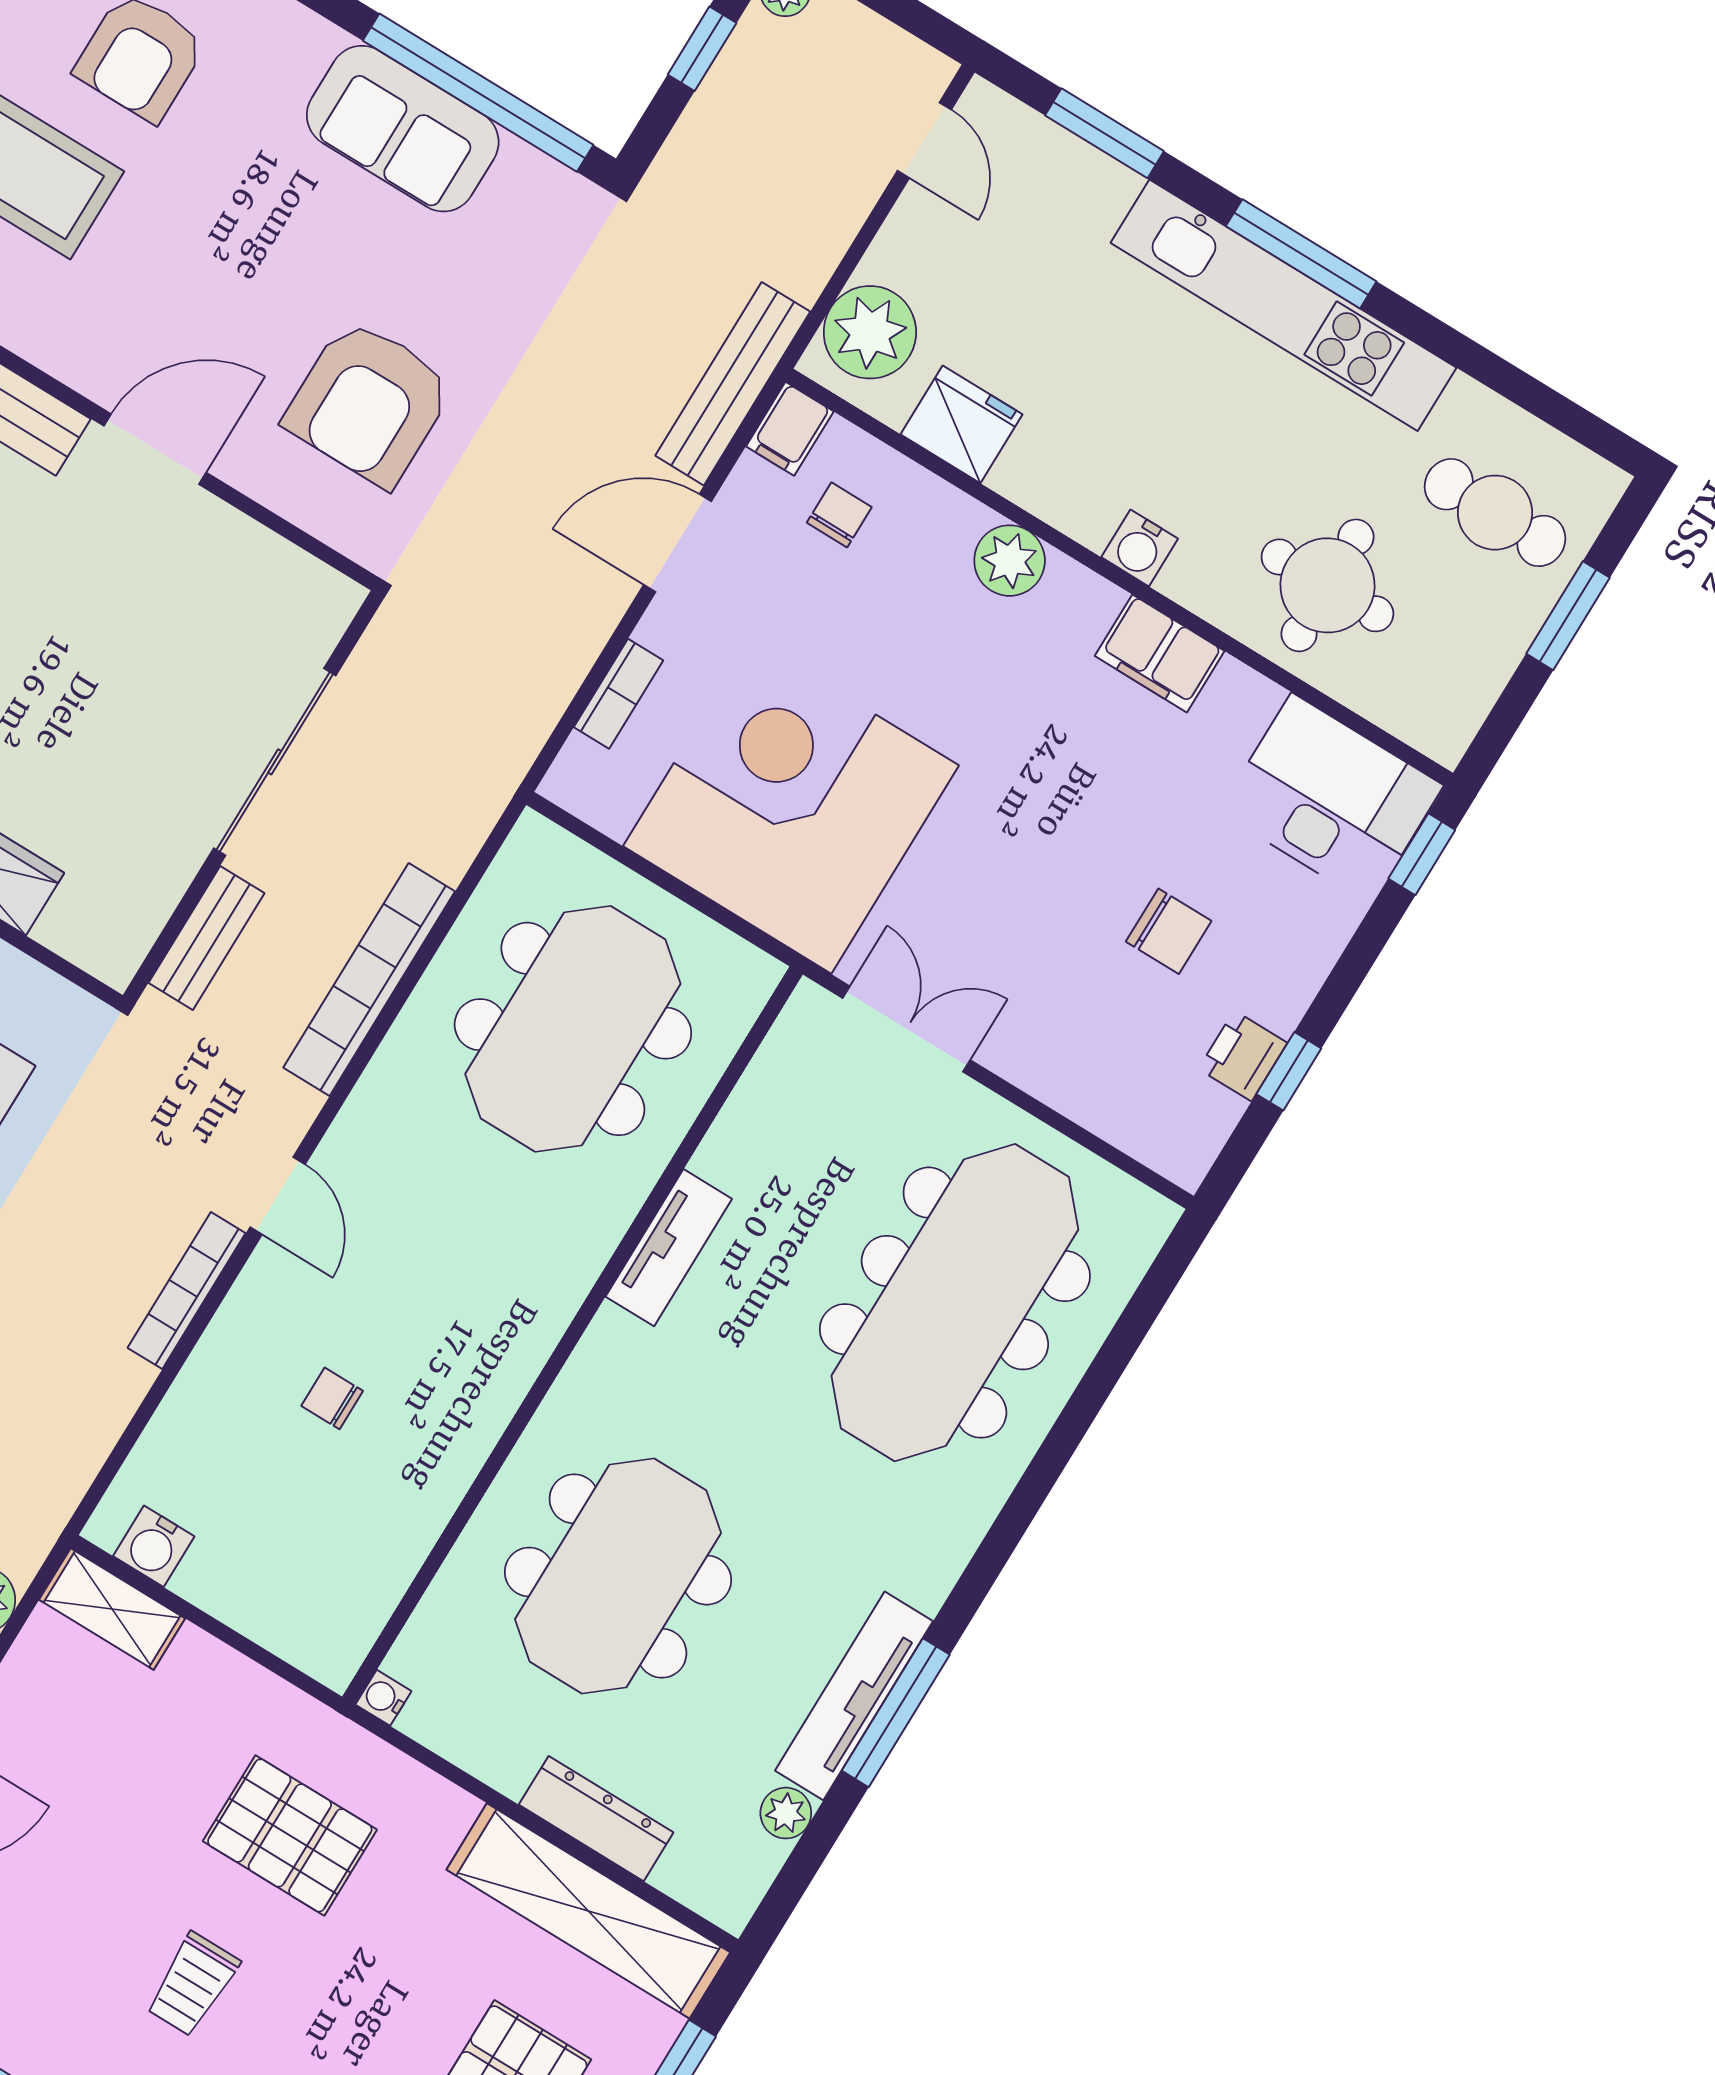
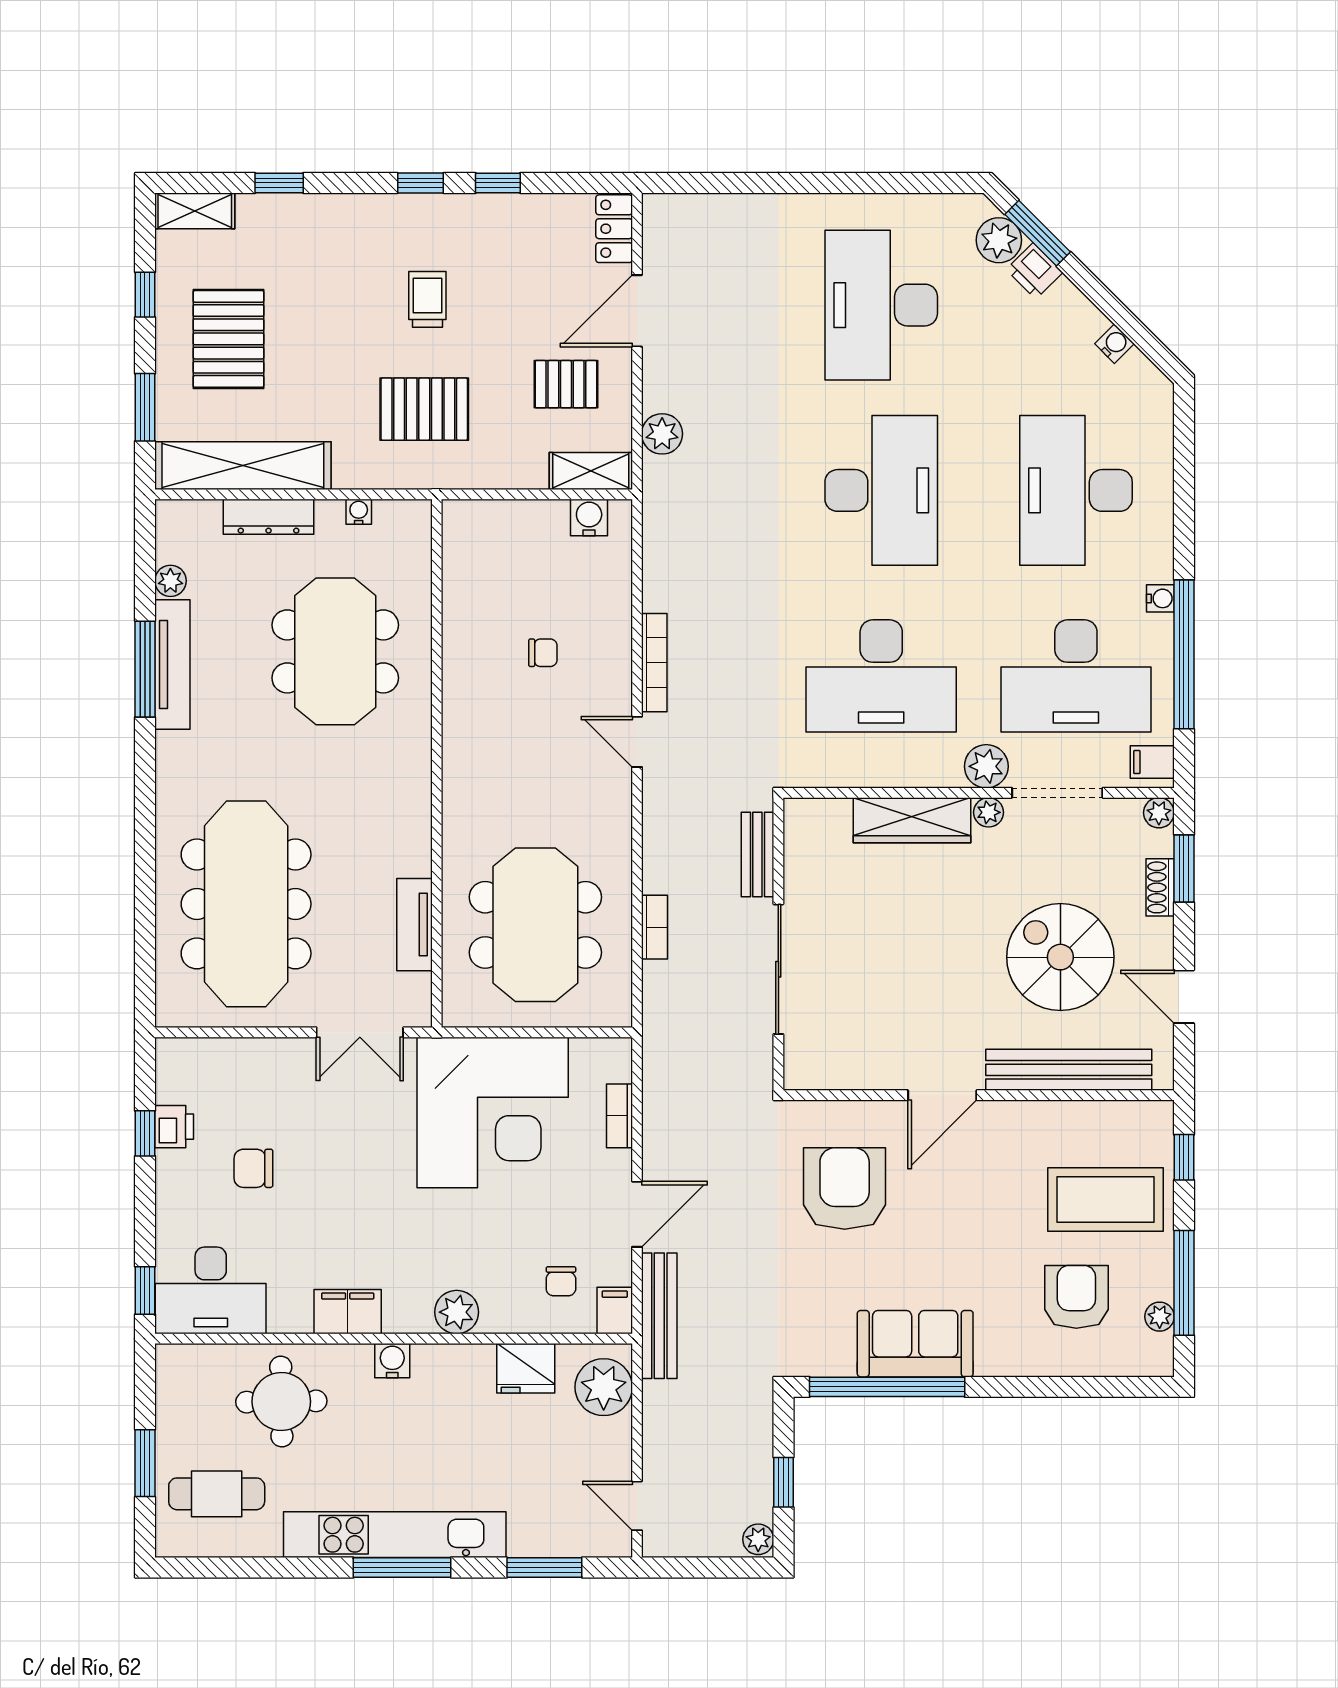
bookcase: (369, 980) -> (655, 927), width x0.43, depth x0.76
tv unit: (669, 1248) -> (414, 925), moved
water cooler: (383, 1698) -> (359, 512), moved, turned -90
pallet: (73, 1750) -> (566, 384), added

